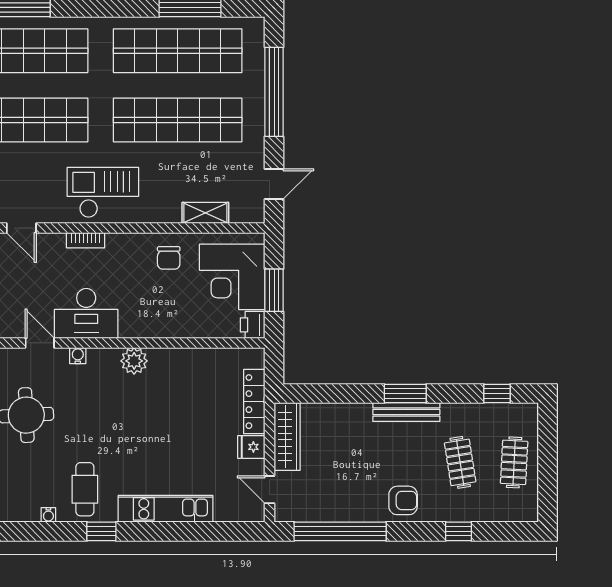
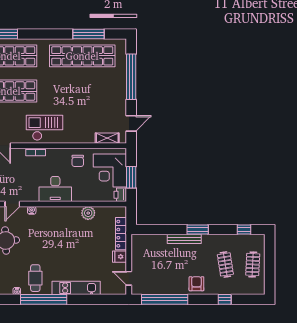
shop shelf: (178, 120) -> (82, 91), removed
shelving: (205, 213) -> (107, 138), moved
desk: (86, 313) -> (55, 189), moved
door: (40, 343) -> (12, 204), swing flipped
plant: (134, 361) -> (88, 213), moved
bench: (406, 412) -> (184, 239), moved
wardrobe: (287, 436) -> (138, 251), removed
armchair: (403, 500) -> (196, 284), turned -90
window: (101, 531) -> (44, 299), width x3.17

